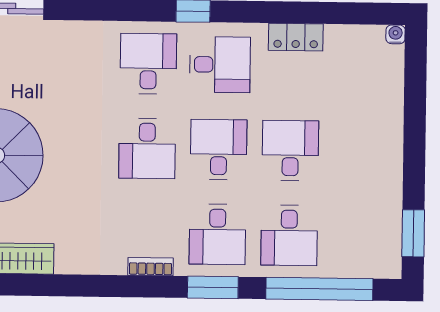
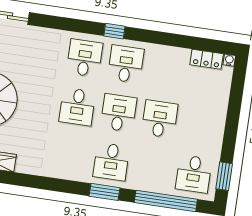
locker: (296, 37) -> (207, 59), moved
desk: (220, 65) -> (126, 64), turned -90
desk: (289, 235) -> (194, 174), moved
bookcase: (151, 267) -> (70, 175), removed

